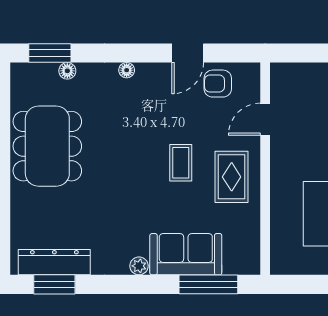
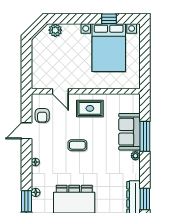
door: (188, 53) -> (27, 131), swing flipped
coffee table: (181, 163) -> (77, 145), moved
window: (208, 284) -> (145, 136), moved

